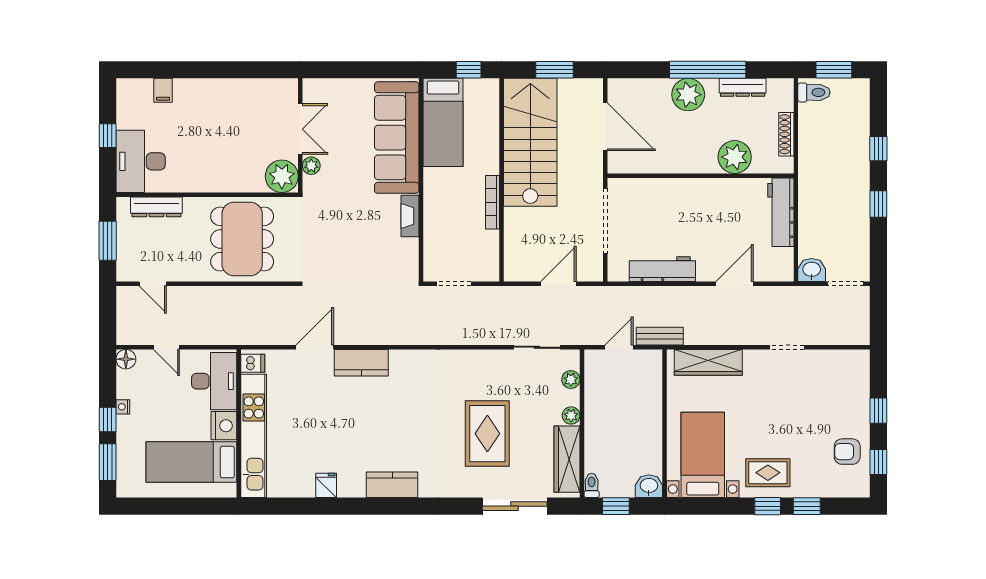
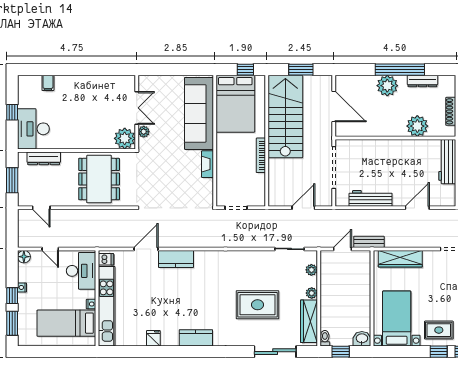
bed: (443, 122) -> (235, 104), width x1.50
nightstand: (224, 426) -> (91, 304), width x0.53, depth x0.56
rug: (487, 434) -> (258, 305), turned 90

